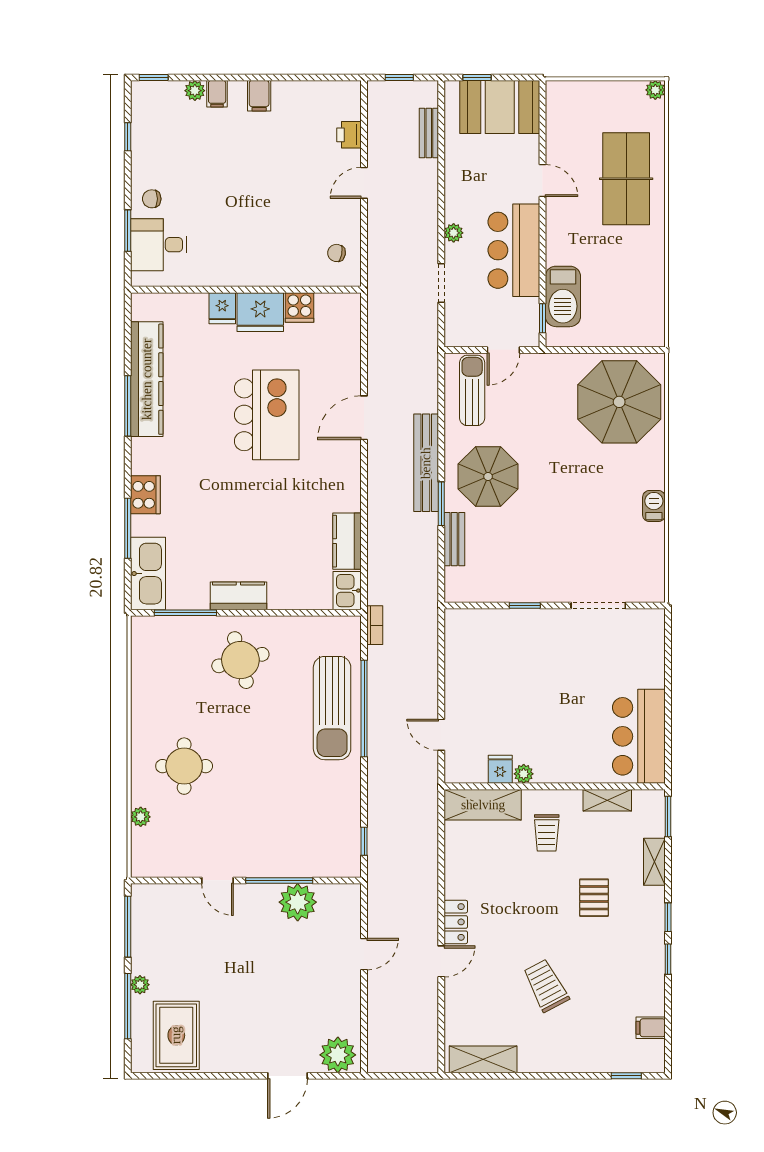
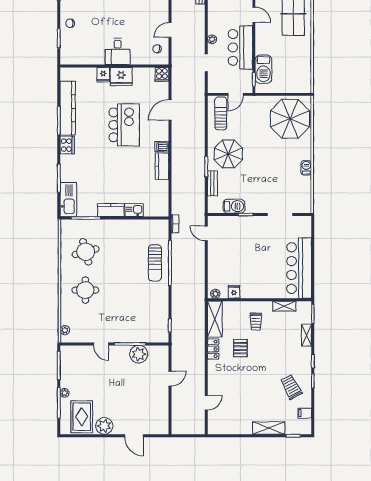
door: (364, 183) -> (170, 30), moved
desk: (159, 245) -> (118, 51), moved, turned -90
cooker: (299, 307) -> (162, 74), moved
door: (364, 418) -> (170, 110), moved
dishwasher: (347, 461) -> (162, 147), added
bench: (426, 463) -> (199, 147), removed
cooker: (145, 495) -> (67, 145), moved
kitchen counter: (347, 541) -> (162, 166), moved
barbecue: (500, 588) -> (234, 206), added
kitchen sink: (347, 591) -> (134, 210), moved, turned 90
round table: (240, 660) -> (86, 252), moved
sun lounger: (332, 708) -> (155, 263), width x0.73, depth x0.75
door: (441, 735) -> (206, 233), moved
bar counter: (639, 736) -> (299, 268), width x1.36
plant: (524, 774) -> (215, 294), moved
shelving: (483, 805) -> (215, 319), moved, turned 90
plant: (141, 817) -> (65, 330), moved
pallet: (594, 898) -> (240, 348), moved
locker: (456, 922) -> (213, 349), moved
door: (441, 961) -> (206, 403), moved
trolley: (546, 986) -> (291, 387), moved
plant: (338, 1055) -> (104, 426), moved
shelving: (483, 1059) -> (269, 428), moved
door: (287, 1076) -> (134, 436), hinge flipped

